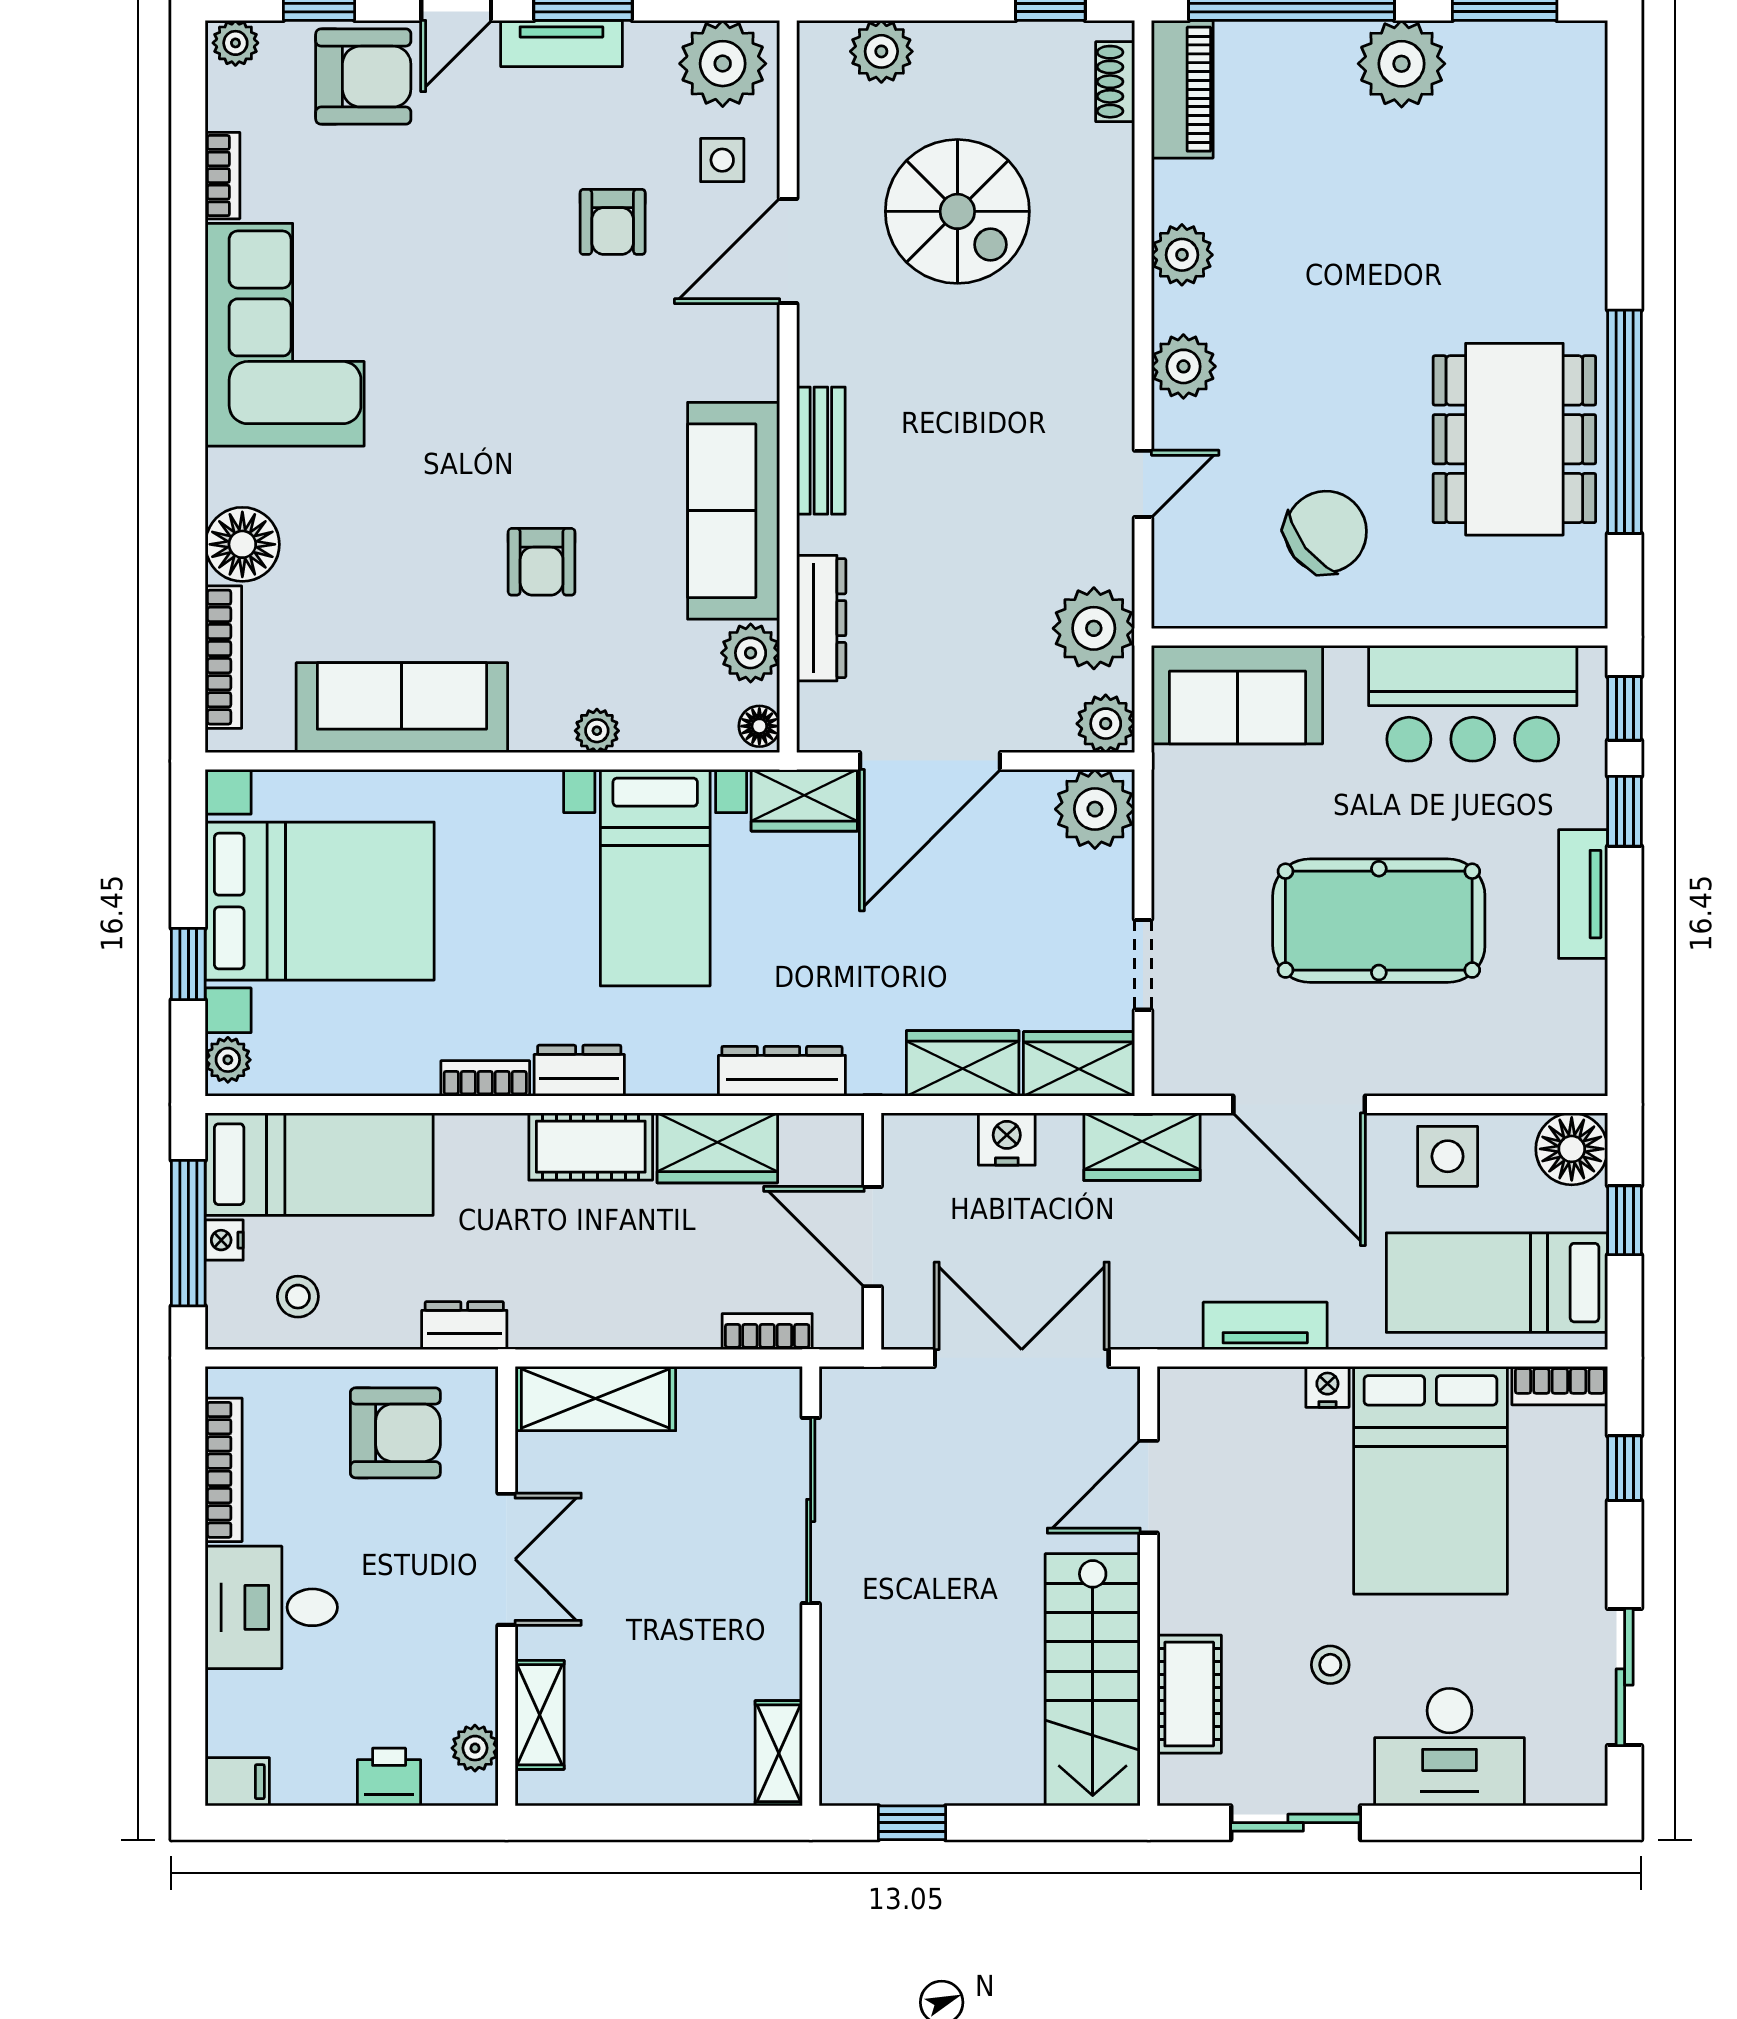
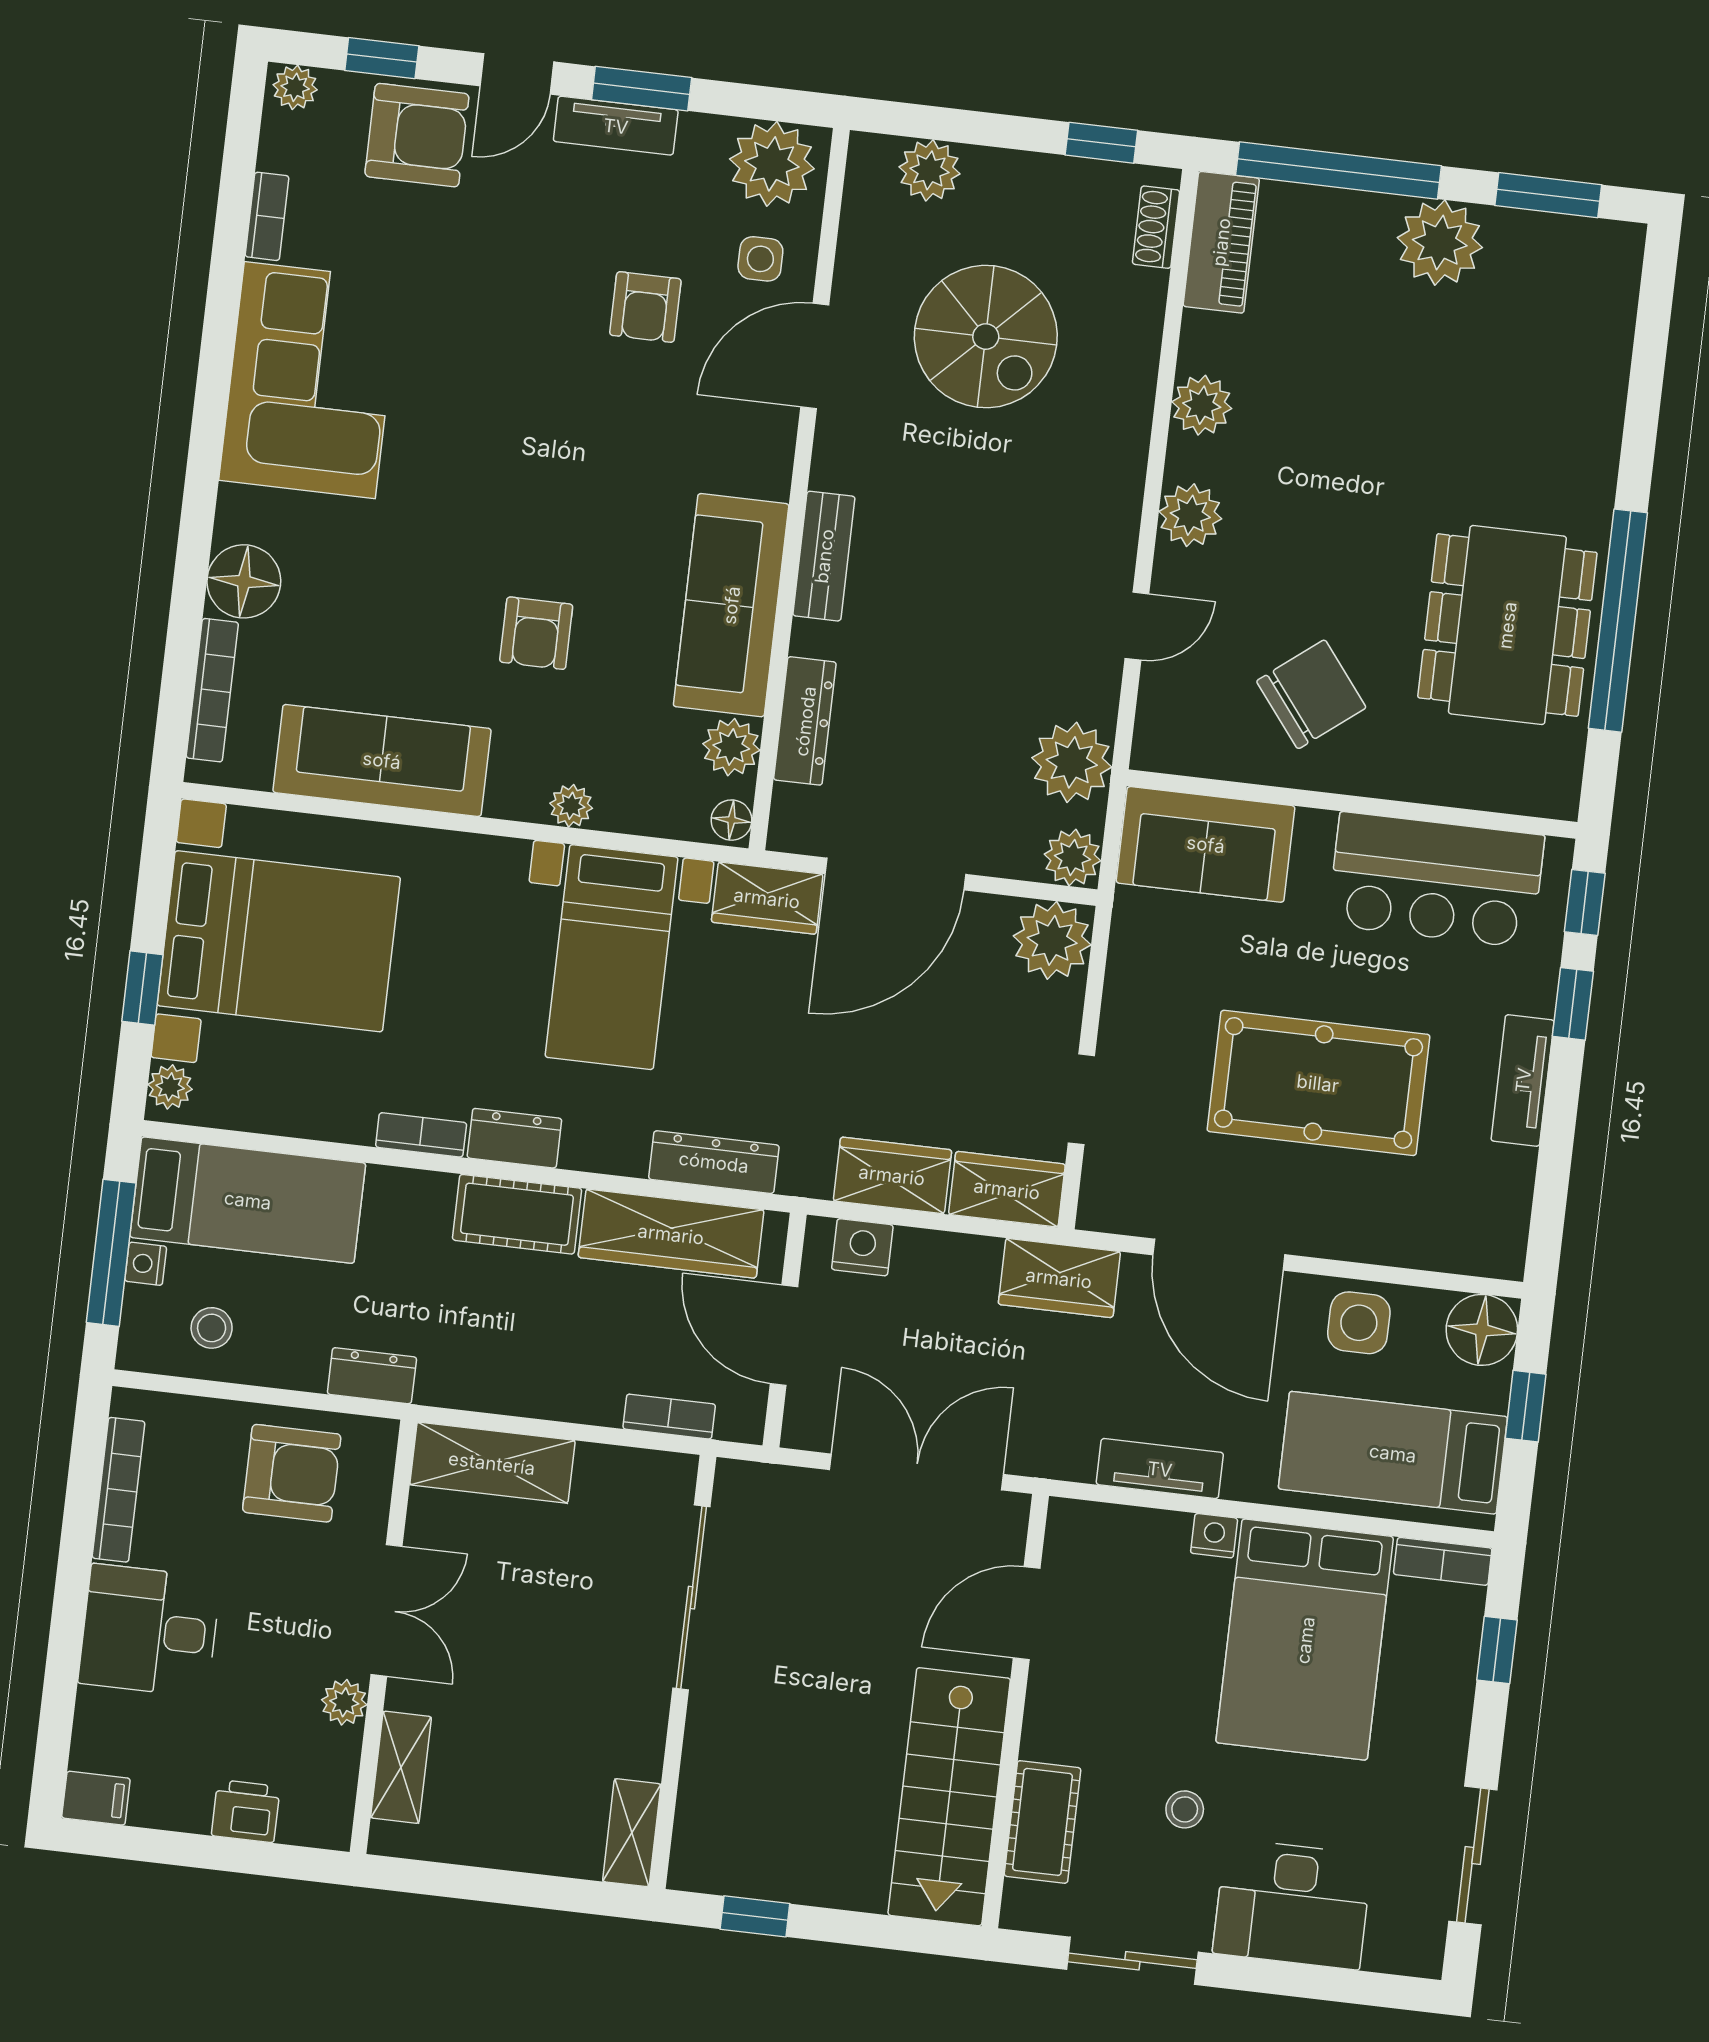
nightstand: (1007, 1139) -> (862, 1247), moved
wardrobe: (717, 1148) -> (671, 1234), width x1.50
plant: (475, 1748) -> (344, 1702), moved

